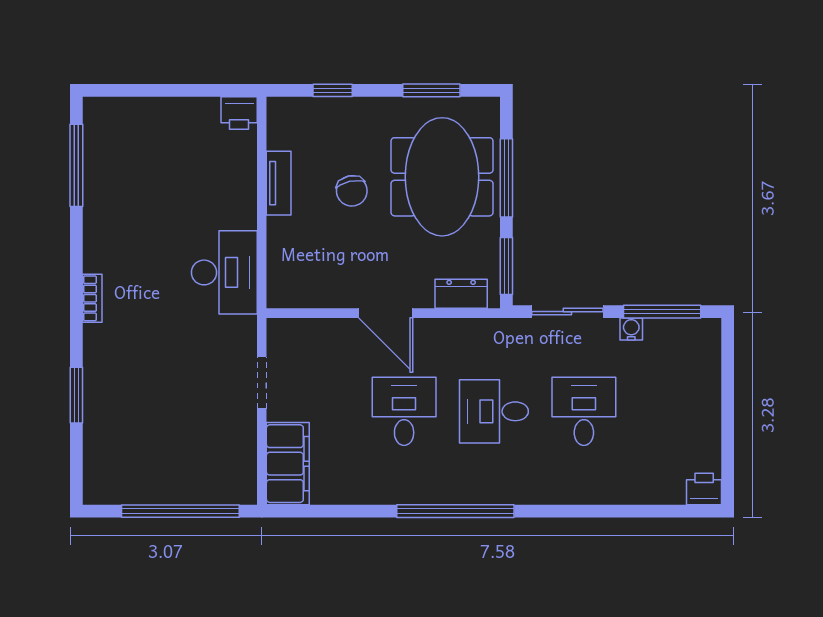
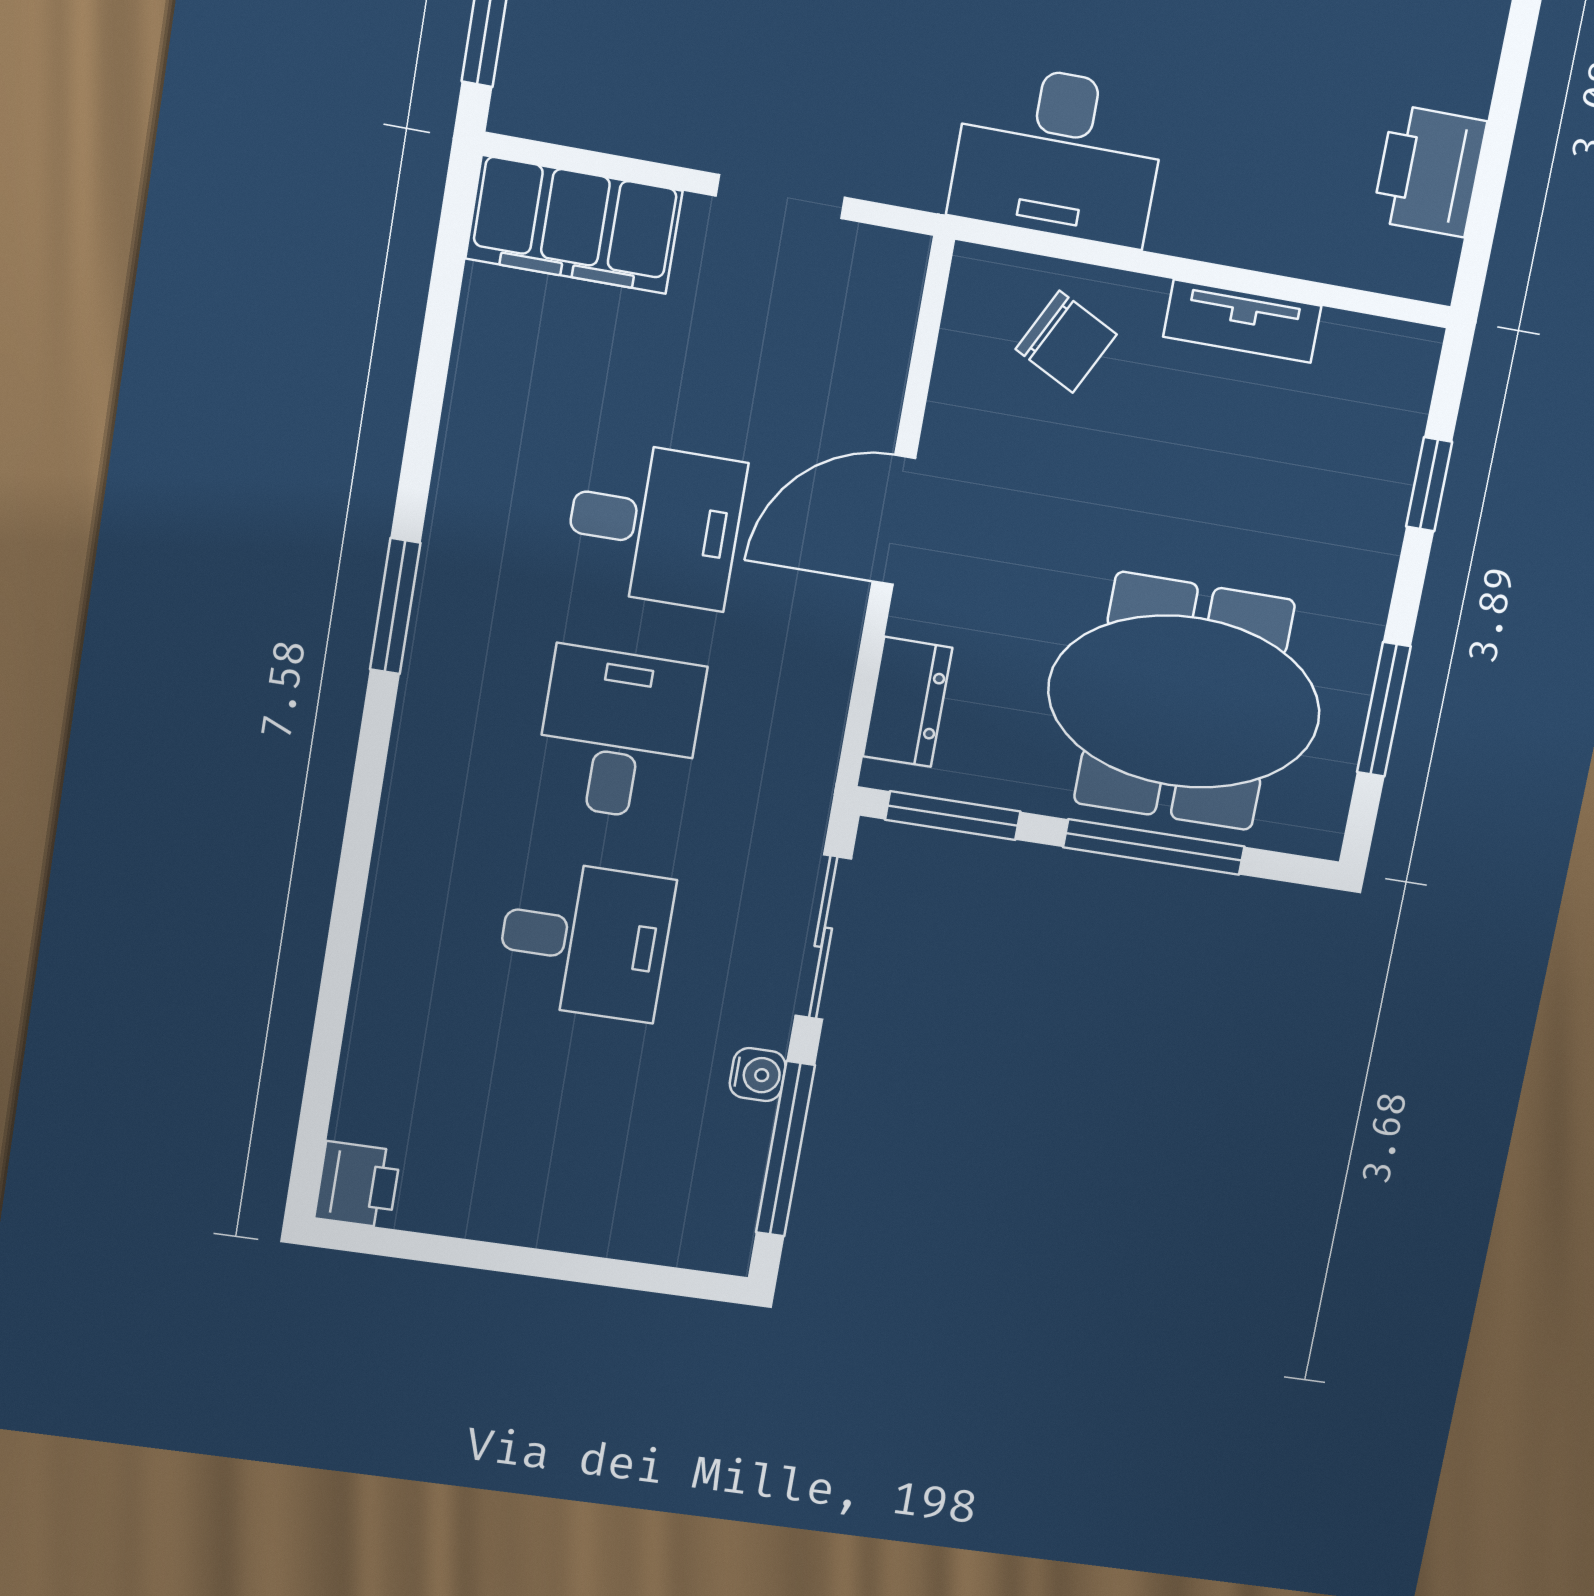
printer: (239, 113) -> (1429, 171), moved, width x1.36, depth x1.24
chair: (352, 191) -> (1066, 342), moved, turned -141
window: (455, 511) -> (395, 606), width x0.47

